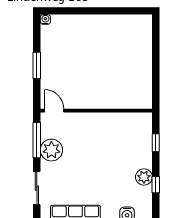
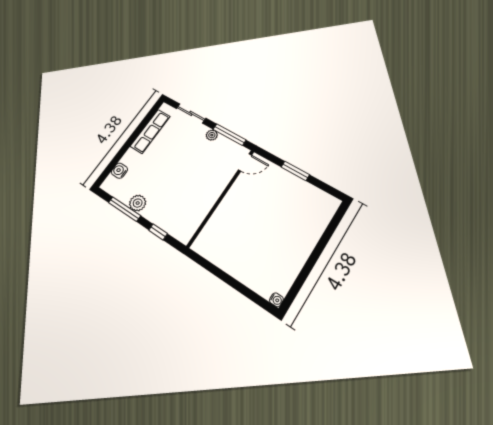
water cooler: (45, 19) -> (276, 300), moved
plant: (51, 150) -> (212, 135), width x0.53, depth x0.53
window: (156, 185) -> (124, 209), width x2.17

